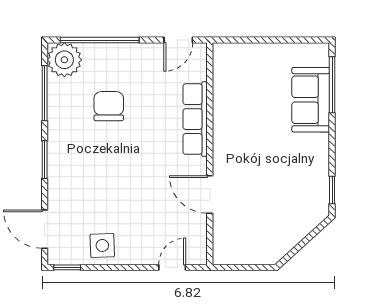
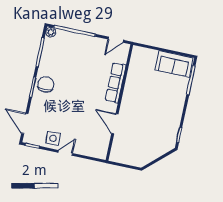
plant: (64, 60) -> (51, 32), width x0.53, depth x0.53
sofa: (311, 100) -> (174, 64), moved, turned -90
chair: (109, 106) -> (46, 85), moved
door: (172, 267) -> (65, 153), moved

